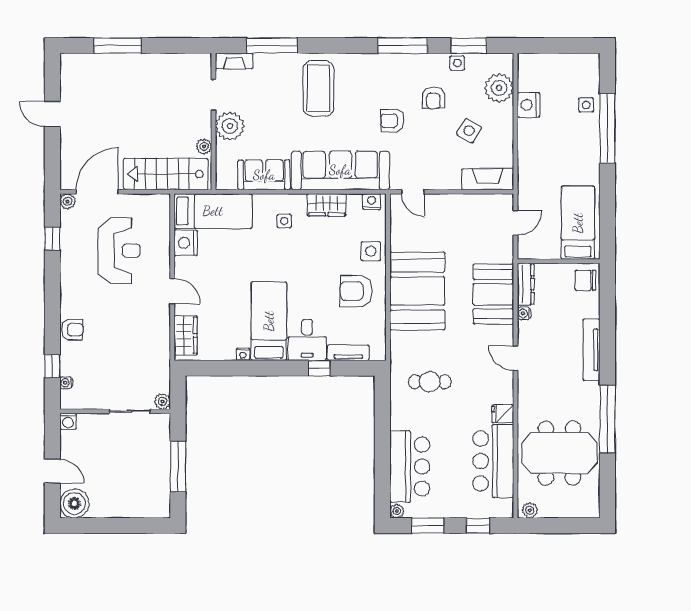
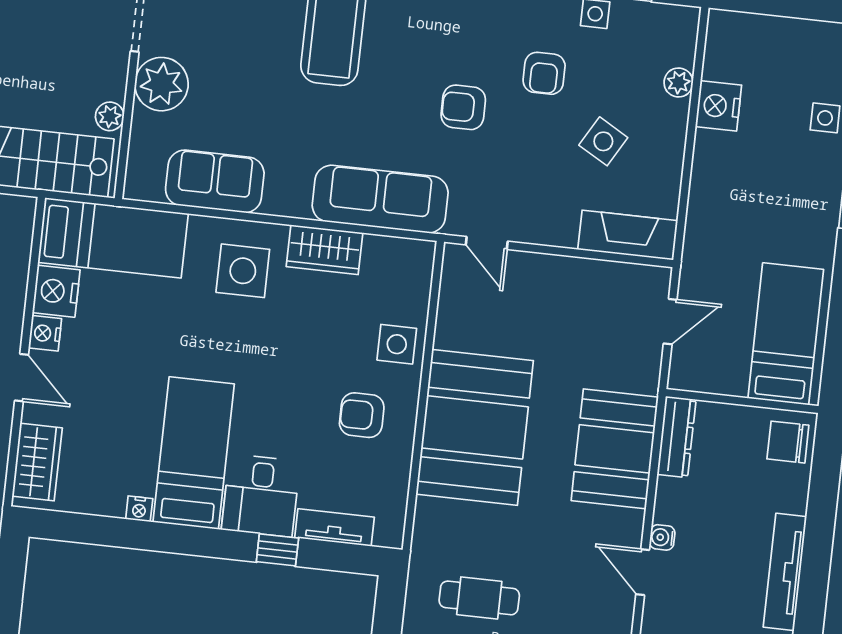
plant: (499, 88) -> (679, 82), width x0.53, depth x0.53
sofa: (340, 170) -> (380, 199), width x0.74, depth x0.79
nightstand: (372, 202) -> (45, 333), moved, turned -90
side table: (284, 221) -> (243, 271), width x1.87, depth x1.87
armchair: (356, 291) -> (362, 415), width x0.72, depth x0.72
water cooler: (524, 313) -> (662, 537), moved

